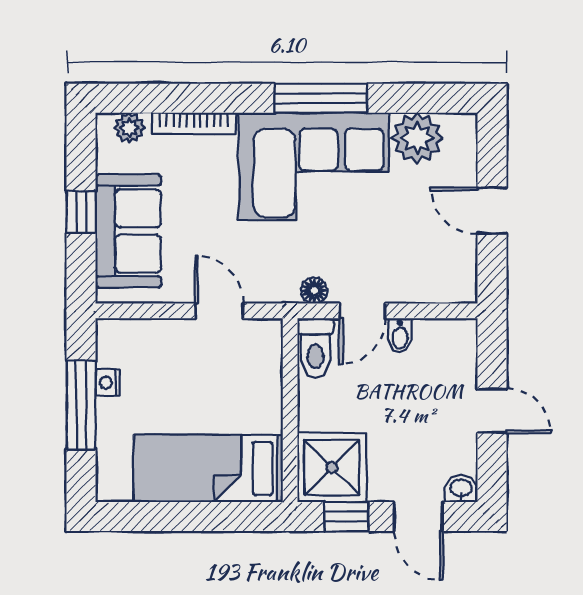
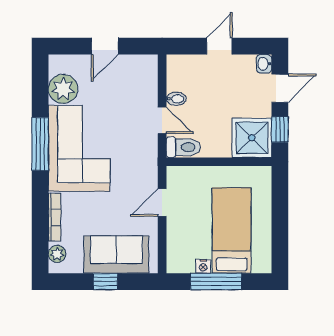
floor lamp: (314, 290) -> (150, 148), removed
bed: (208, 468) -> (232, 231), moved, turned 180

